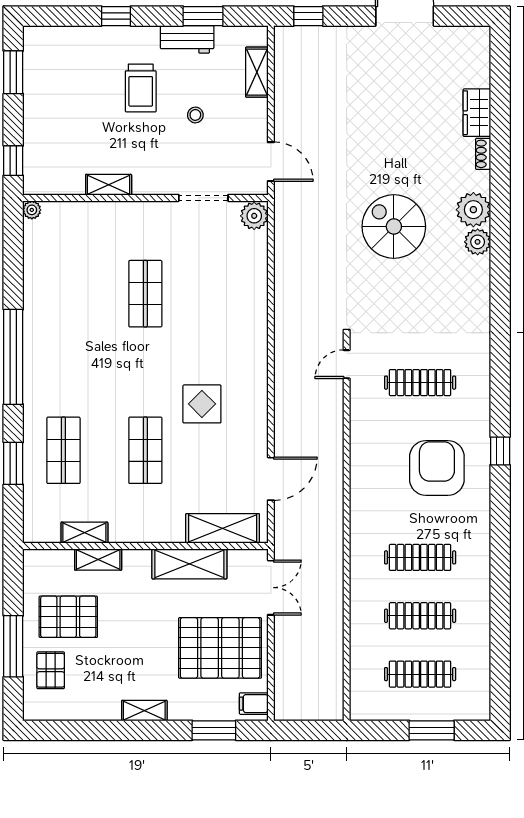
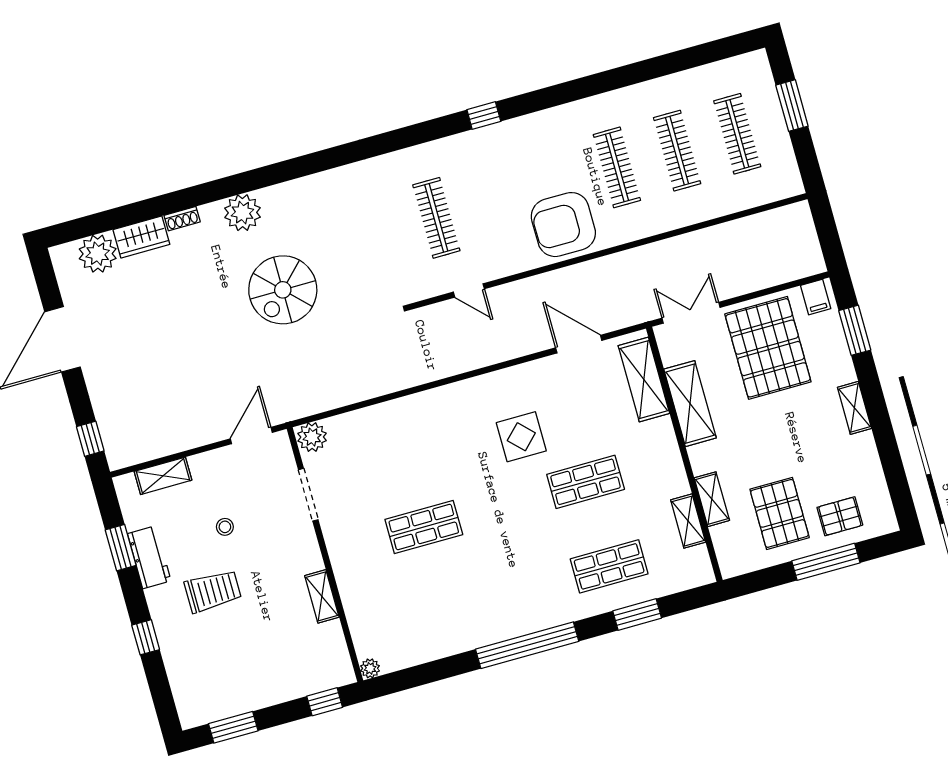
plant: (478, 242) -> (98, 254), moved, width x1.36, depth x1.36
door: (347, 364) -> (469, 290), moved
armchair: (437, 468) -> (563, 225), moved

